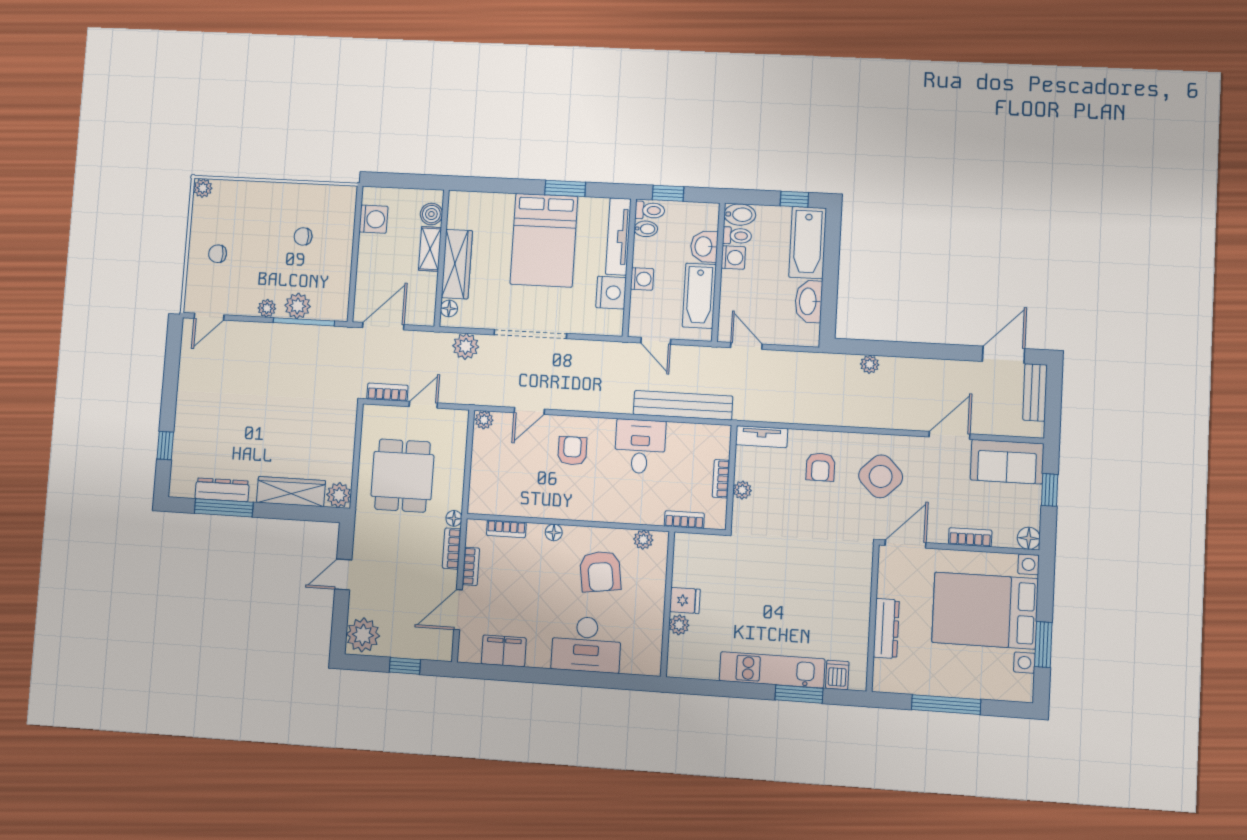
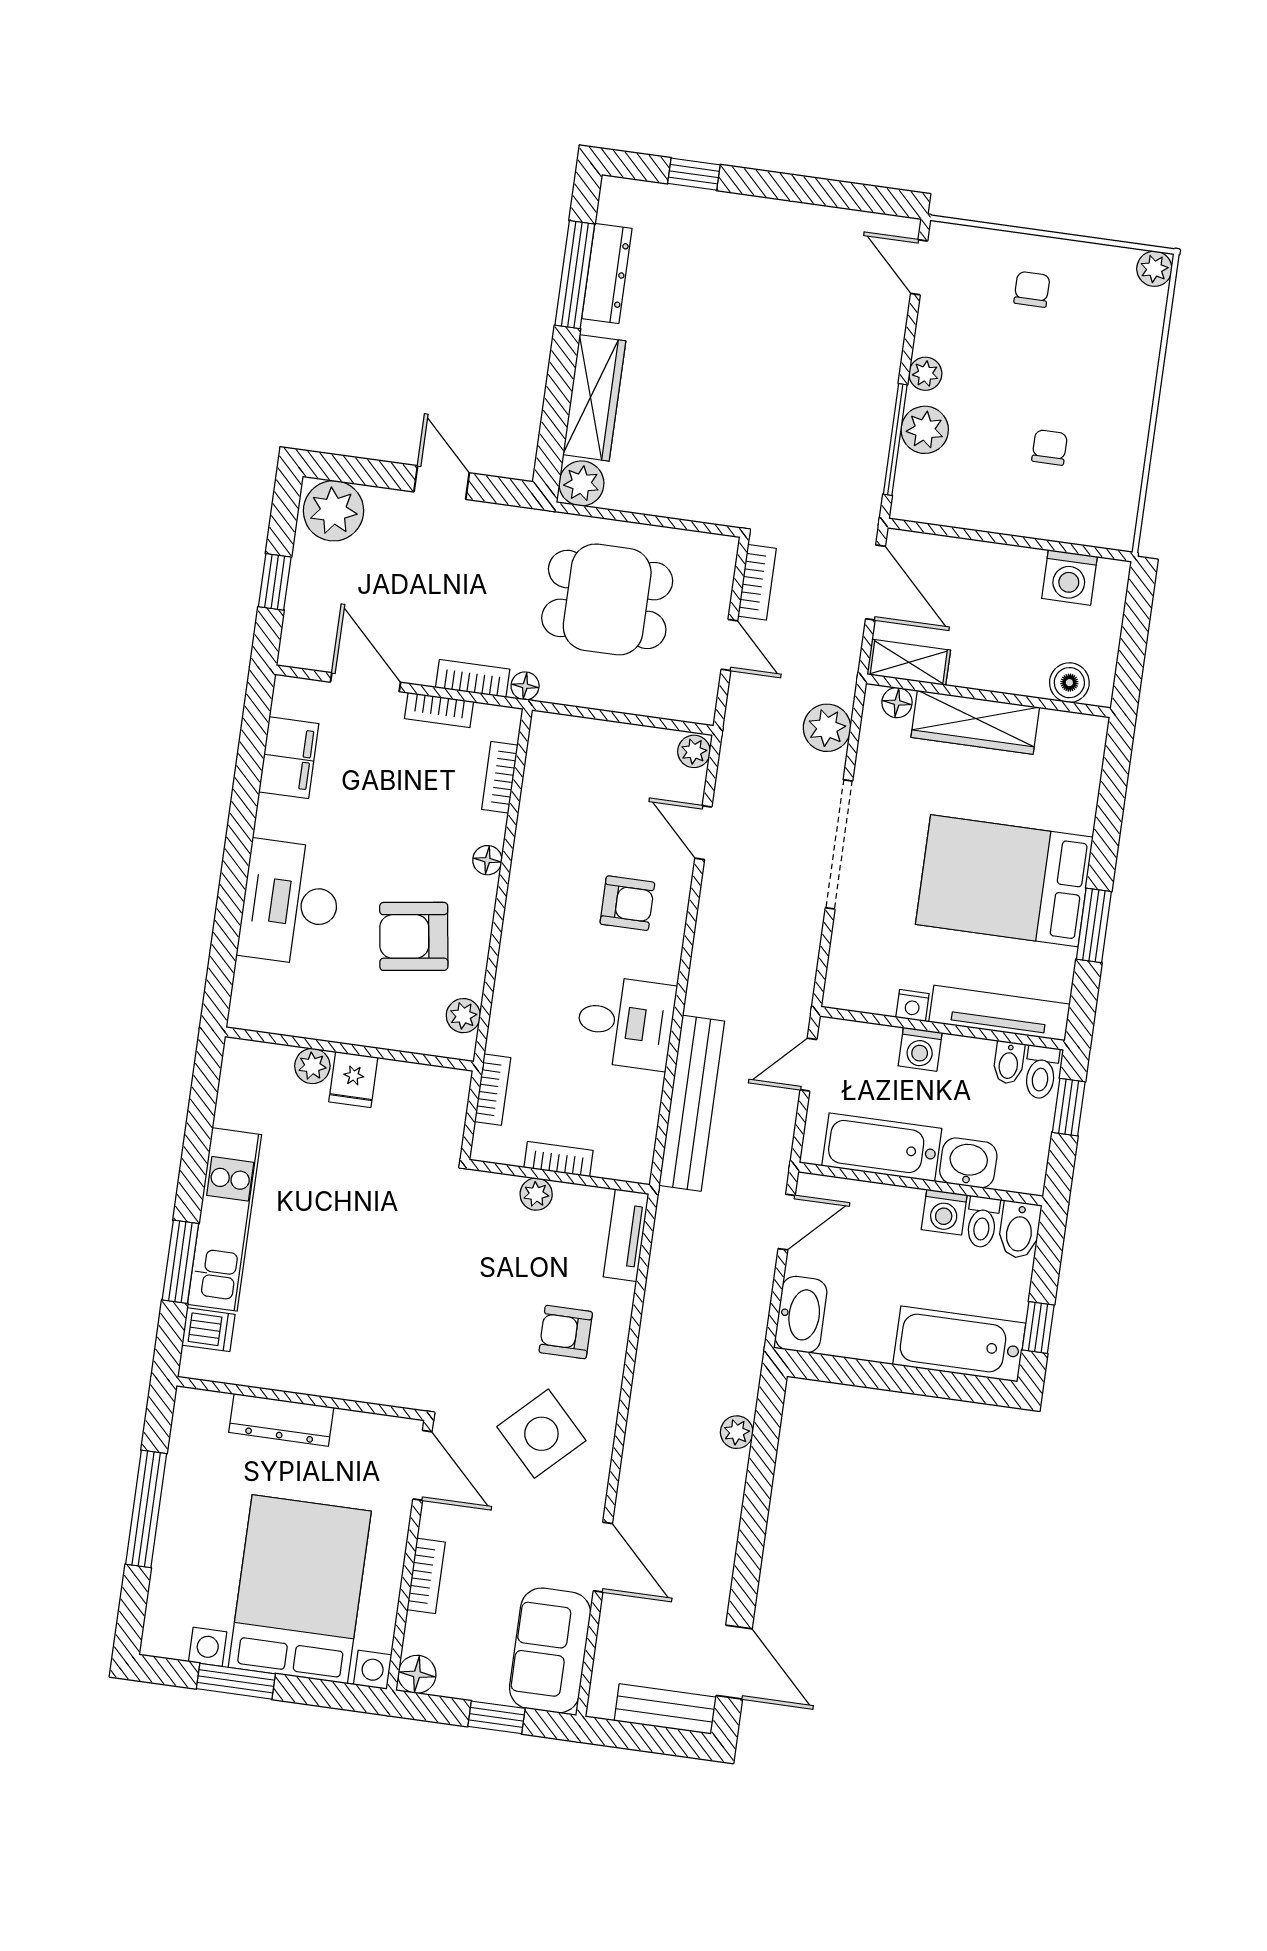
shelving: (430, 249) -> (909, 662), moved
nightstand: (611, 293) -> (912, 1006), width x0.53, depth x0.56
washbasin: (809, 301) -> (801, 1314), moved, turned 90

